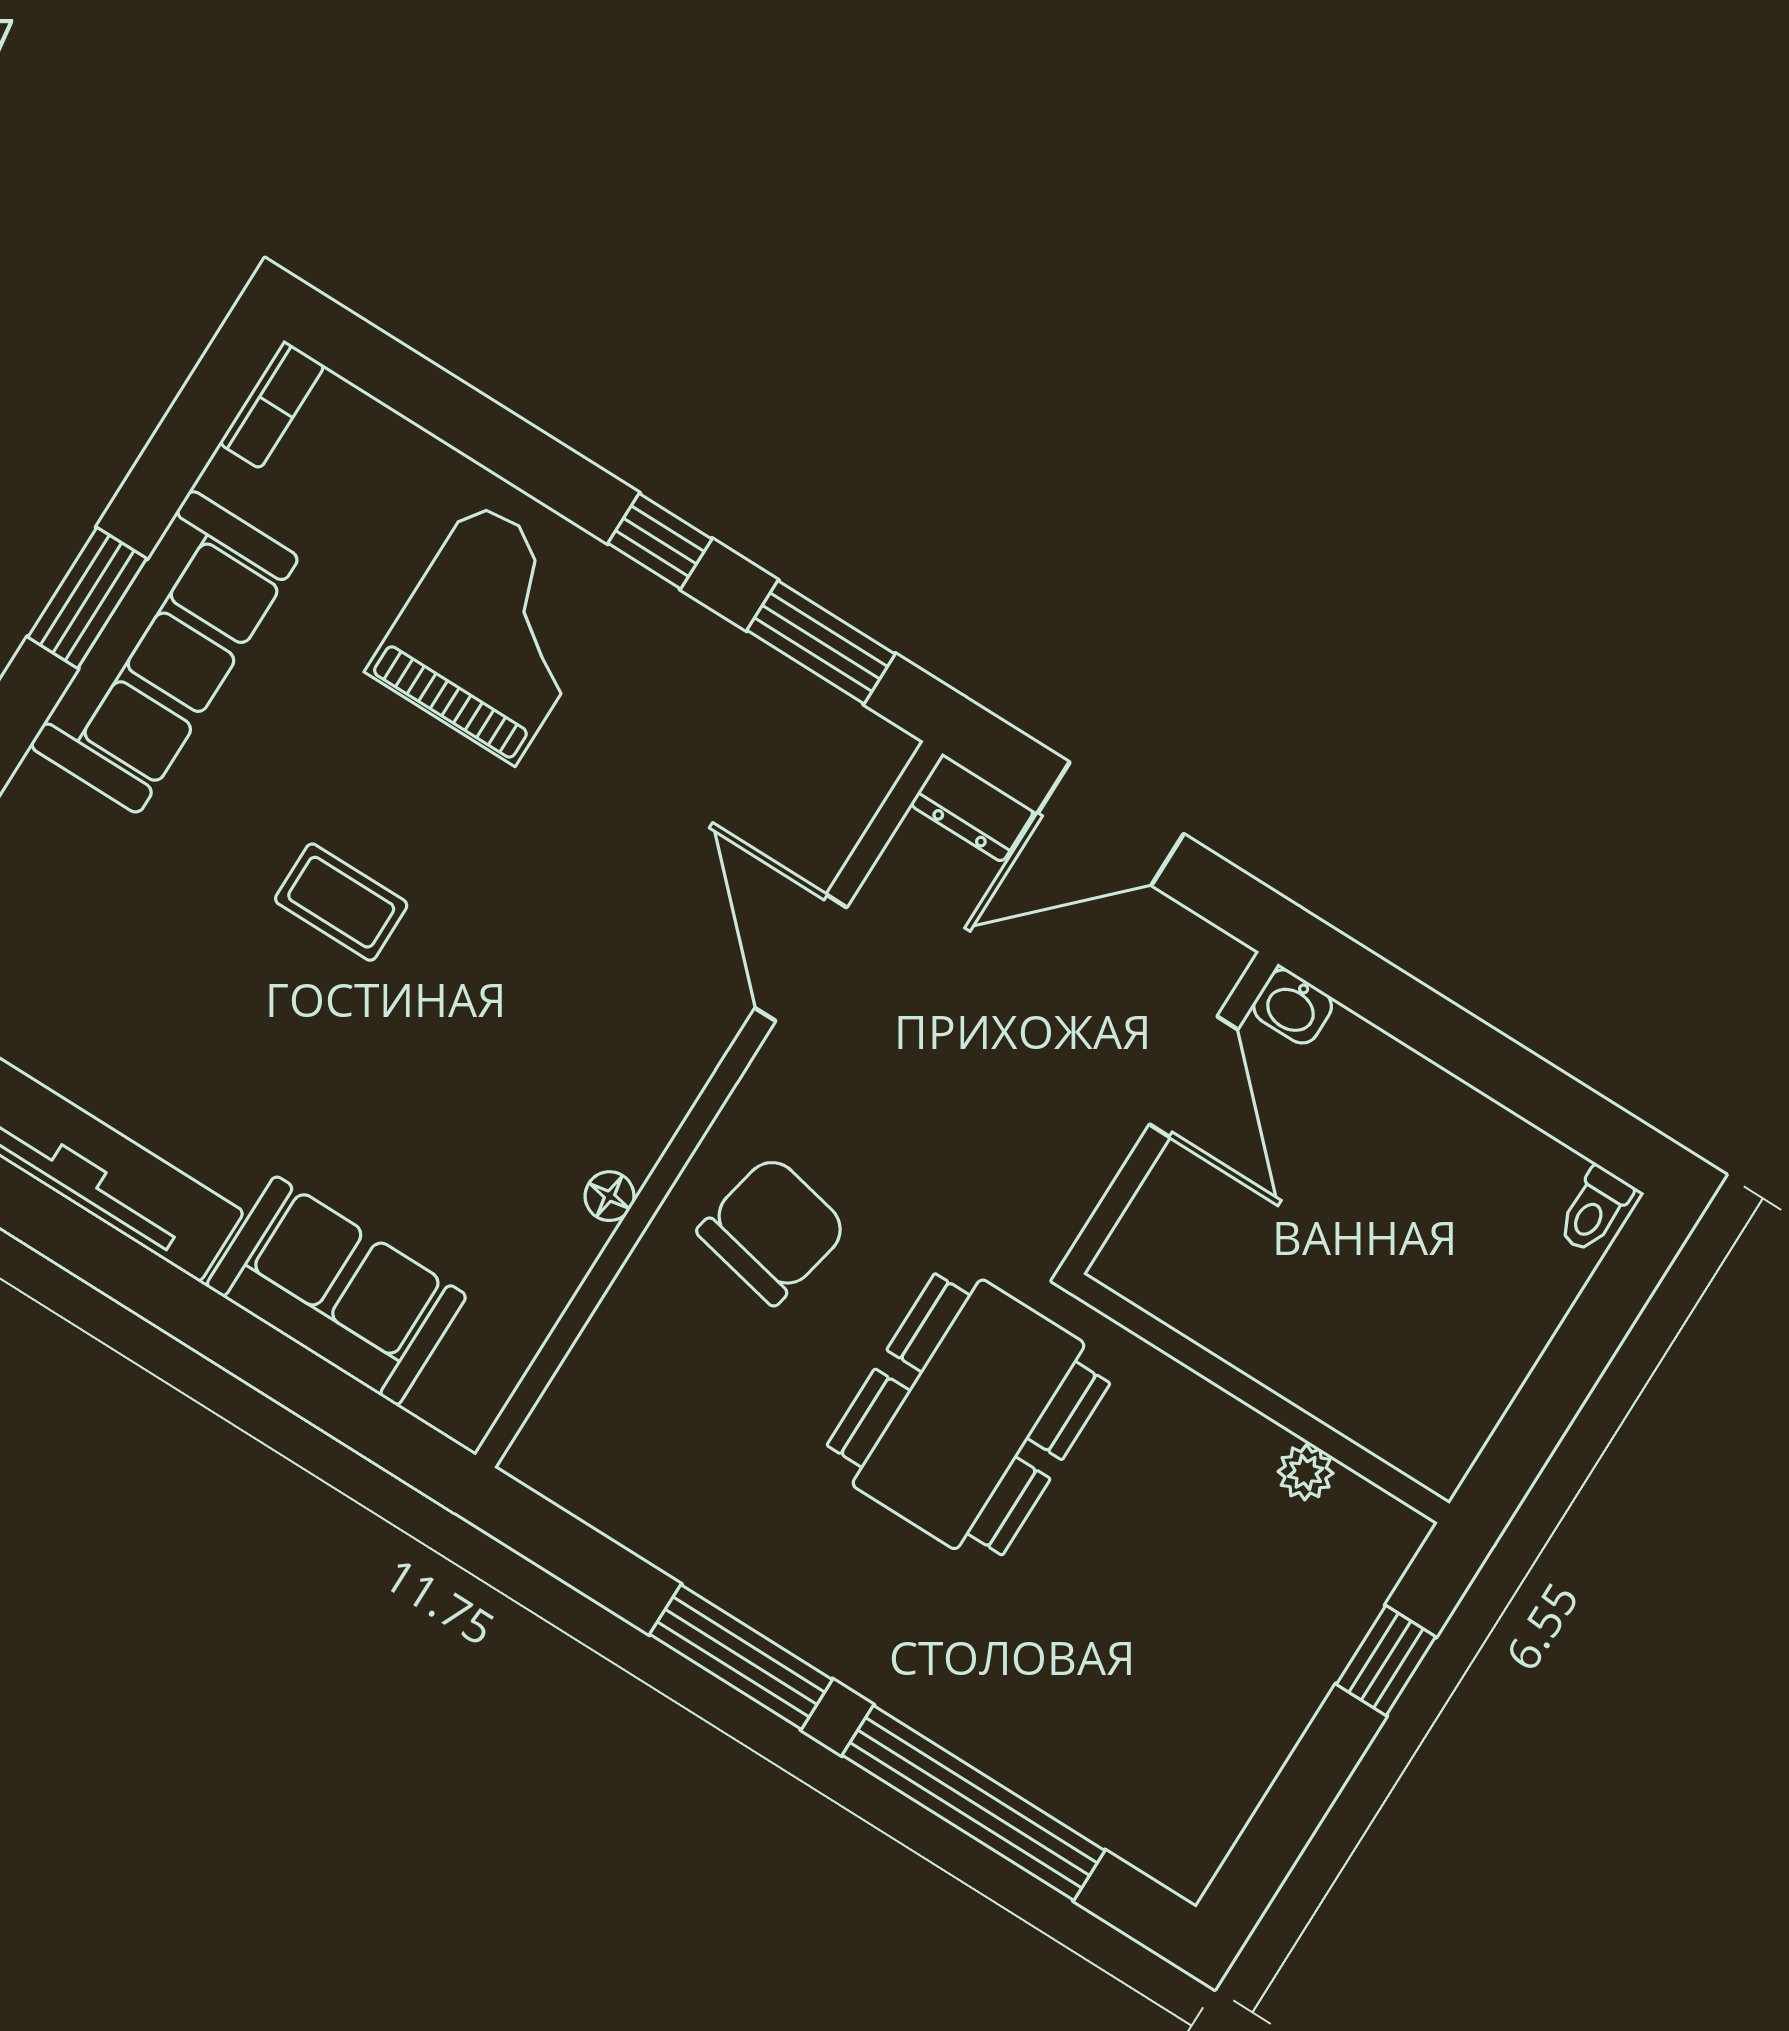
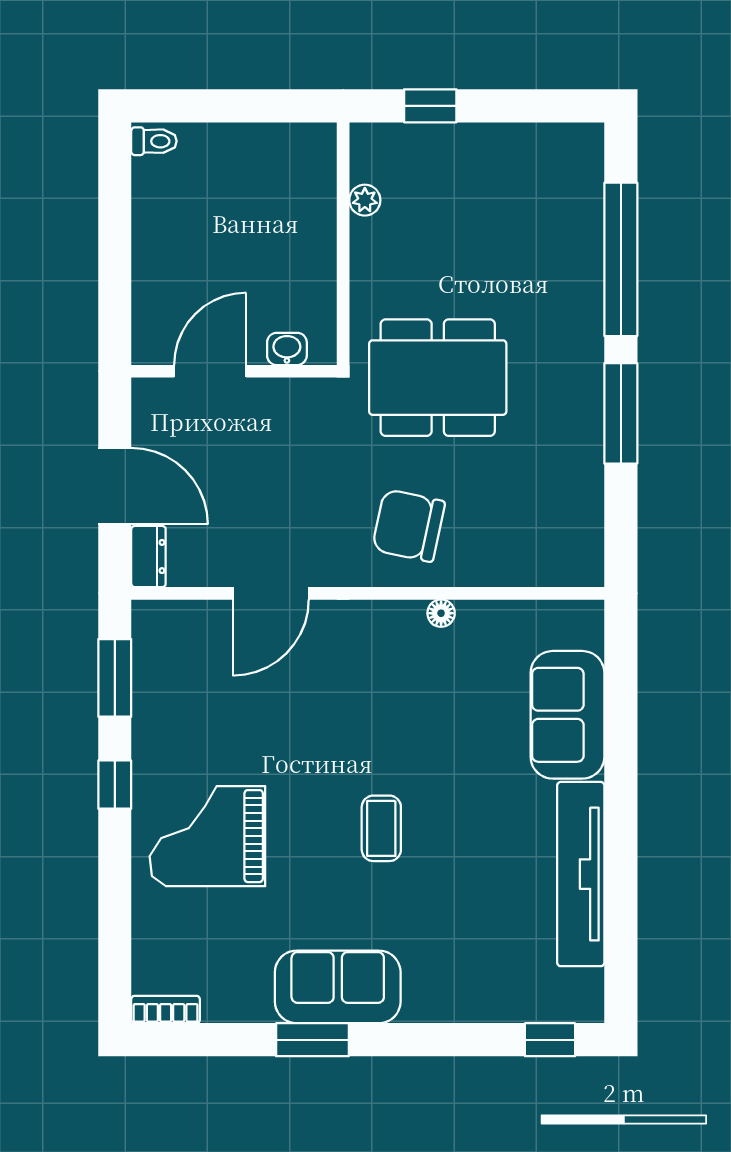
sofa: (164, 652) -> (338, 987), width x0.73
washbasin: (1293, 1006) -> (287, 349), moved, turned -90

